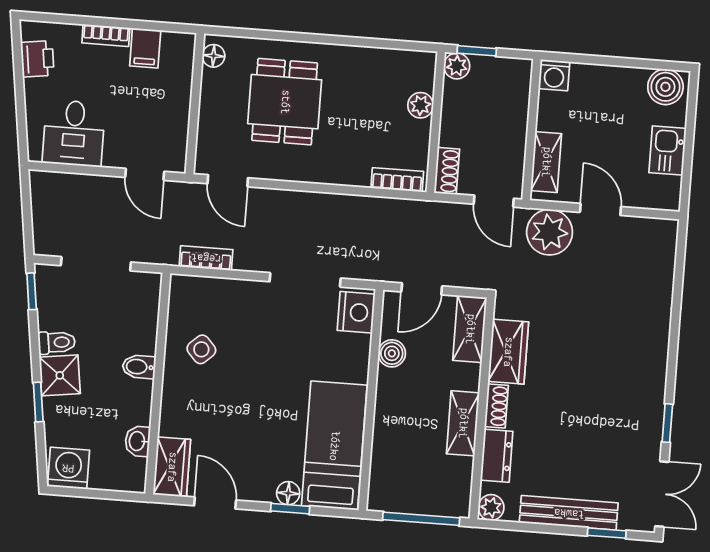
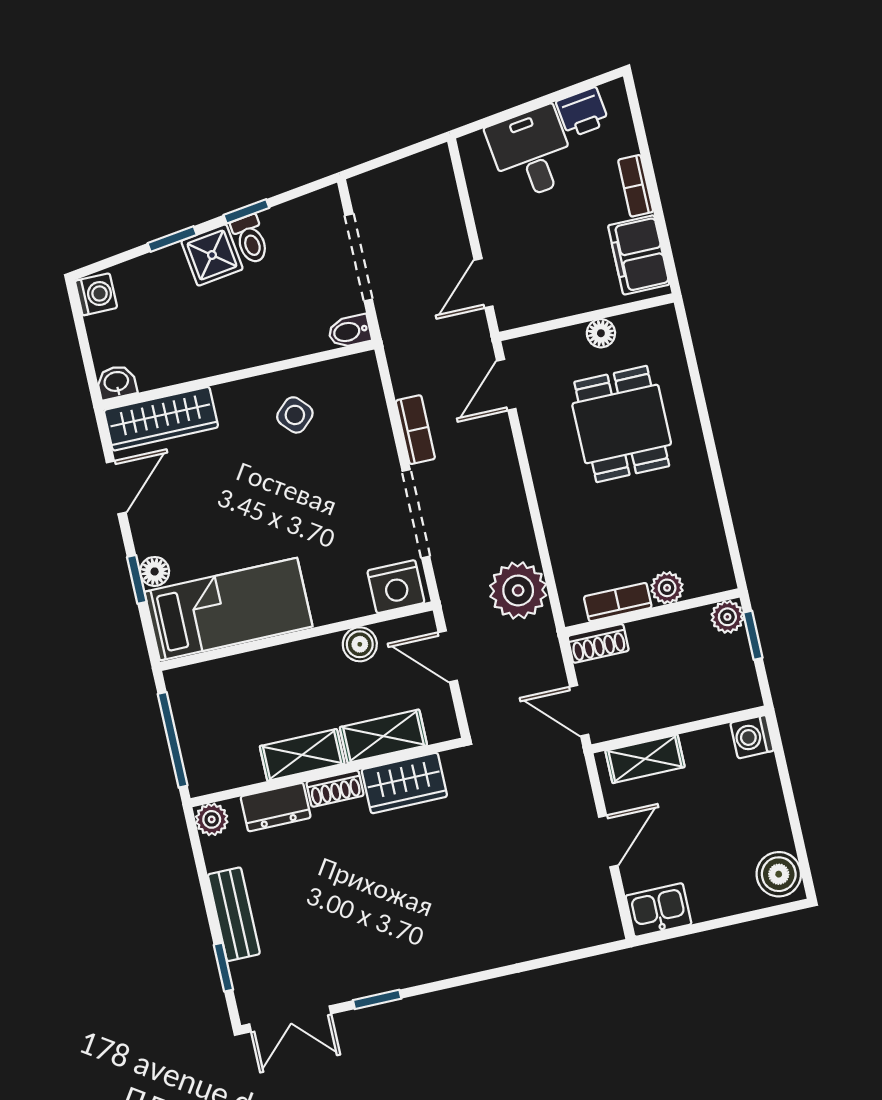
filing cabinet: (145, 48) -> (639, 255), width x2.00
floor lamp: (214, 56) -> (601, 333), moved
dining table: (285, 102) -> (622, 424), turned 90
desk: (74, 133) -> (532, 153), moved, turned 82
kitchen sink: (668, 151) -> (658, 910), moved
bookcase: (397, 180) -> (618, 602), moved, turned -90
door: (494, 201) -> (579, 711), hinge flipped
plant: (550, 232) -> (518, 590), moved
bookcase: (206, 258) -> (415, 430), moved
window: (32, 291) -> (246, 211), moved
shelving: (470, 329) -> (383, 736), moved
bidet: (139, 367) -> (350, 331), moved, turned -90
washbasin: (138, 441) -> (116, 382), moved
wardrobe: (172, 467) -> (161, 419), width x1.50
washing machine: (68, 468) -> (96, 294), width x0.73, depth x0.73
bench: (569, 513) -> (234, 914), width x0.73

